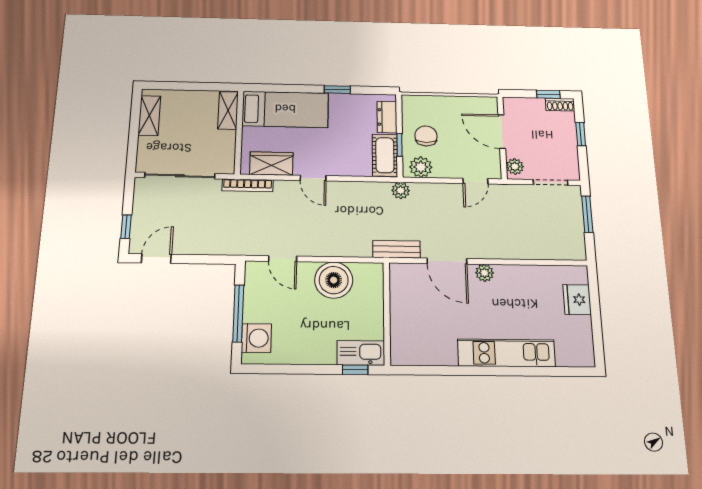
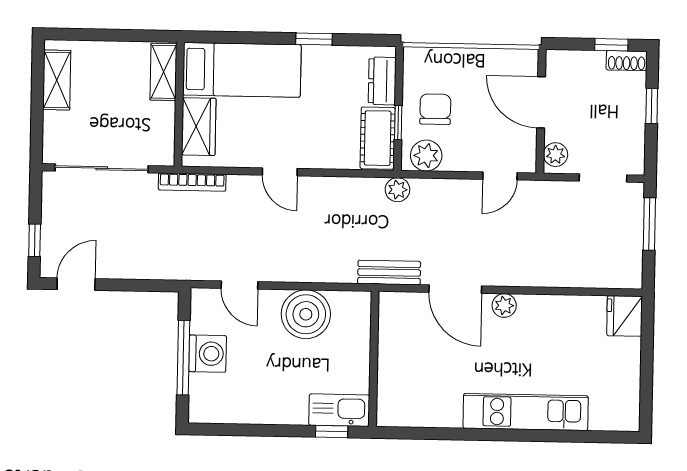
wardrobe: (271, 164) -> (199, 127), moved, turned 90
fridge: (577, 300) -> (625, 316), moved
washing machine: (256, 338) -> (208, 354), moved

